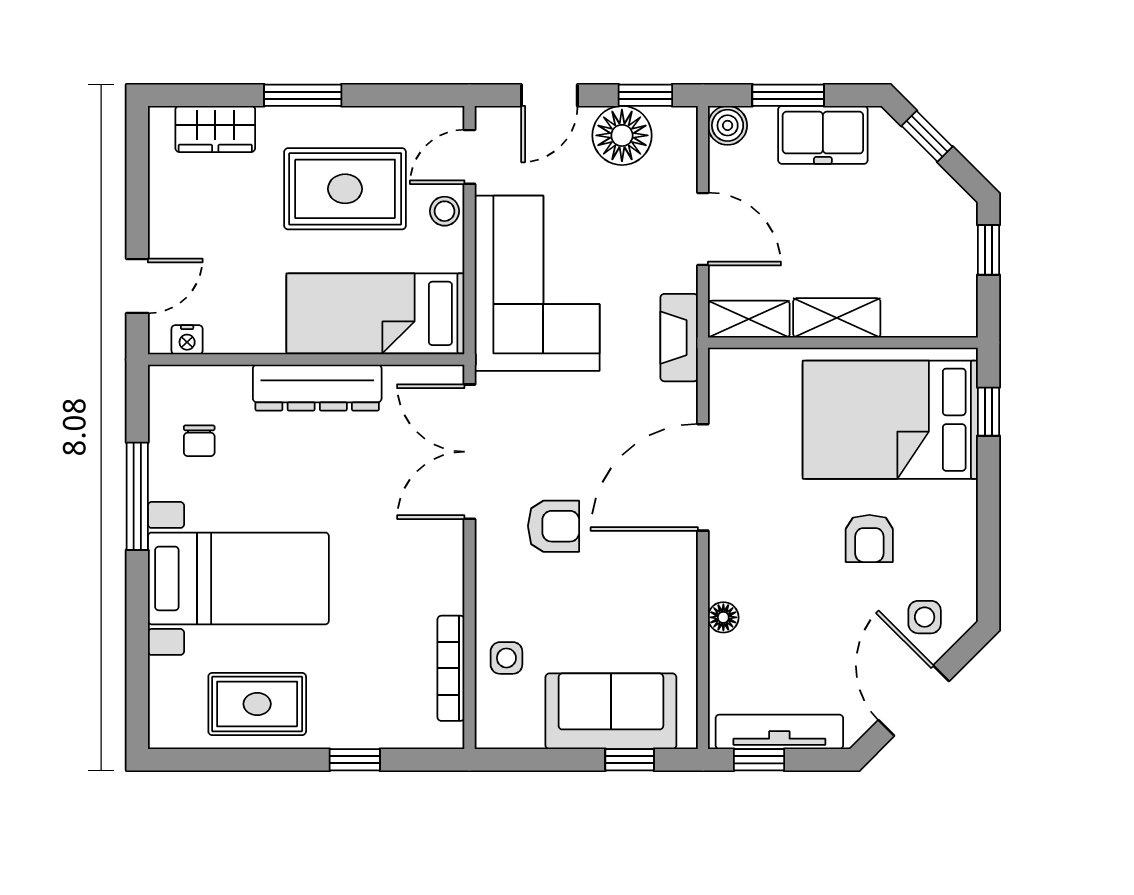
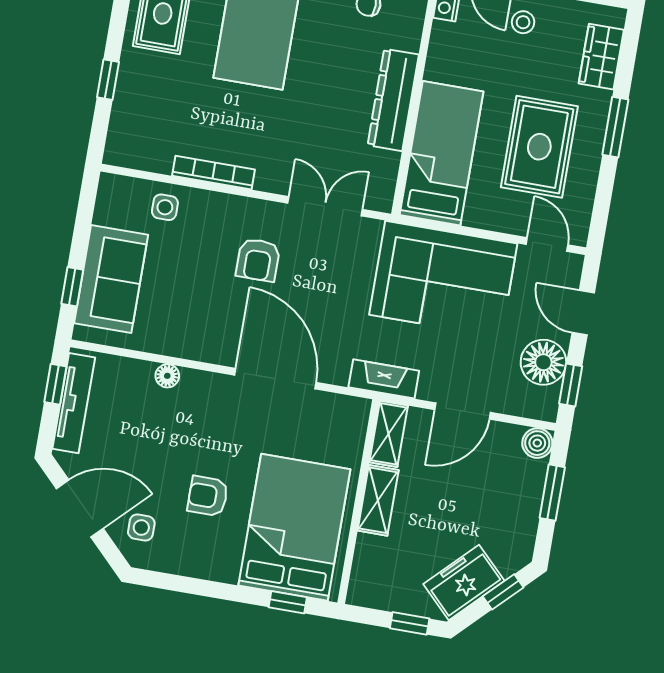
freezer: (823, 135) -> (464, 582), moved, turned 45
stool: (445, 211) -> (523, 22), moved
double door: (469, 452) -> (325, 206), width x0.73
bookcase: (451, 668) -> (214, 173), moved

